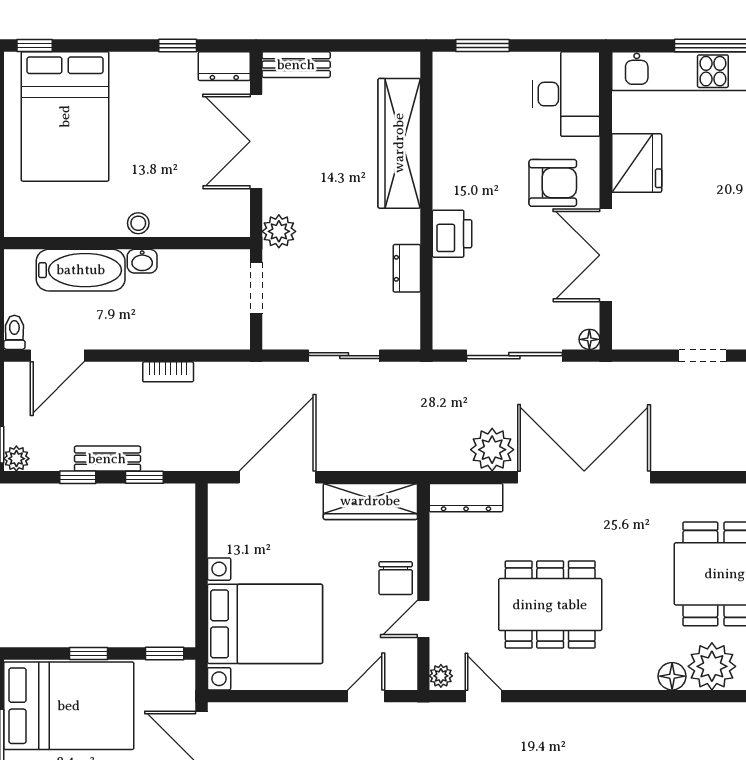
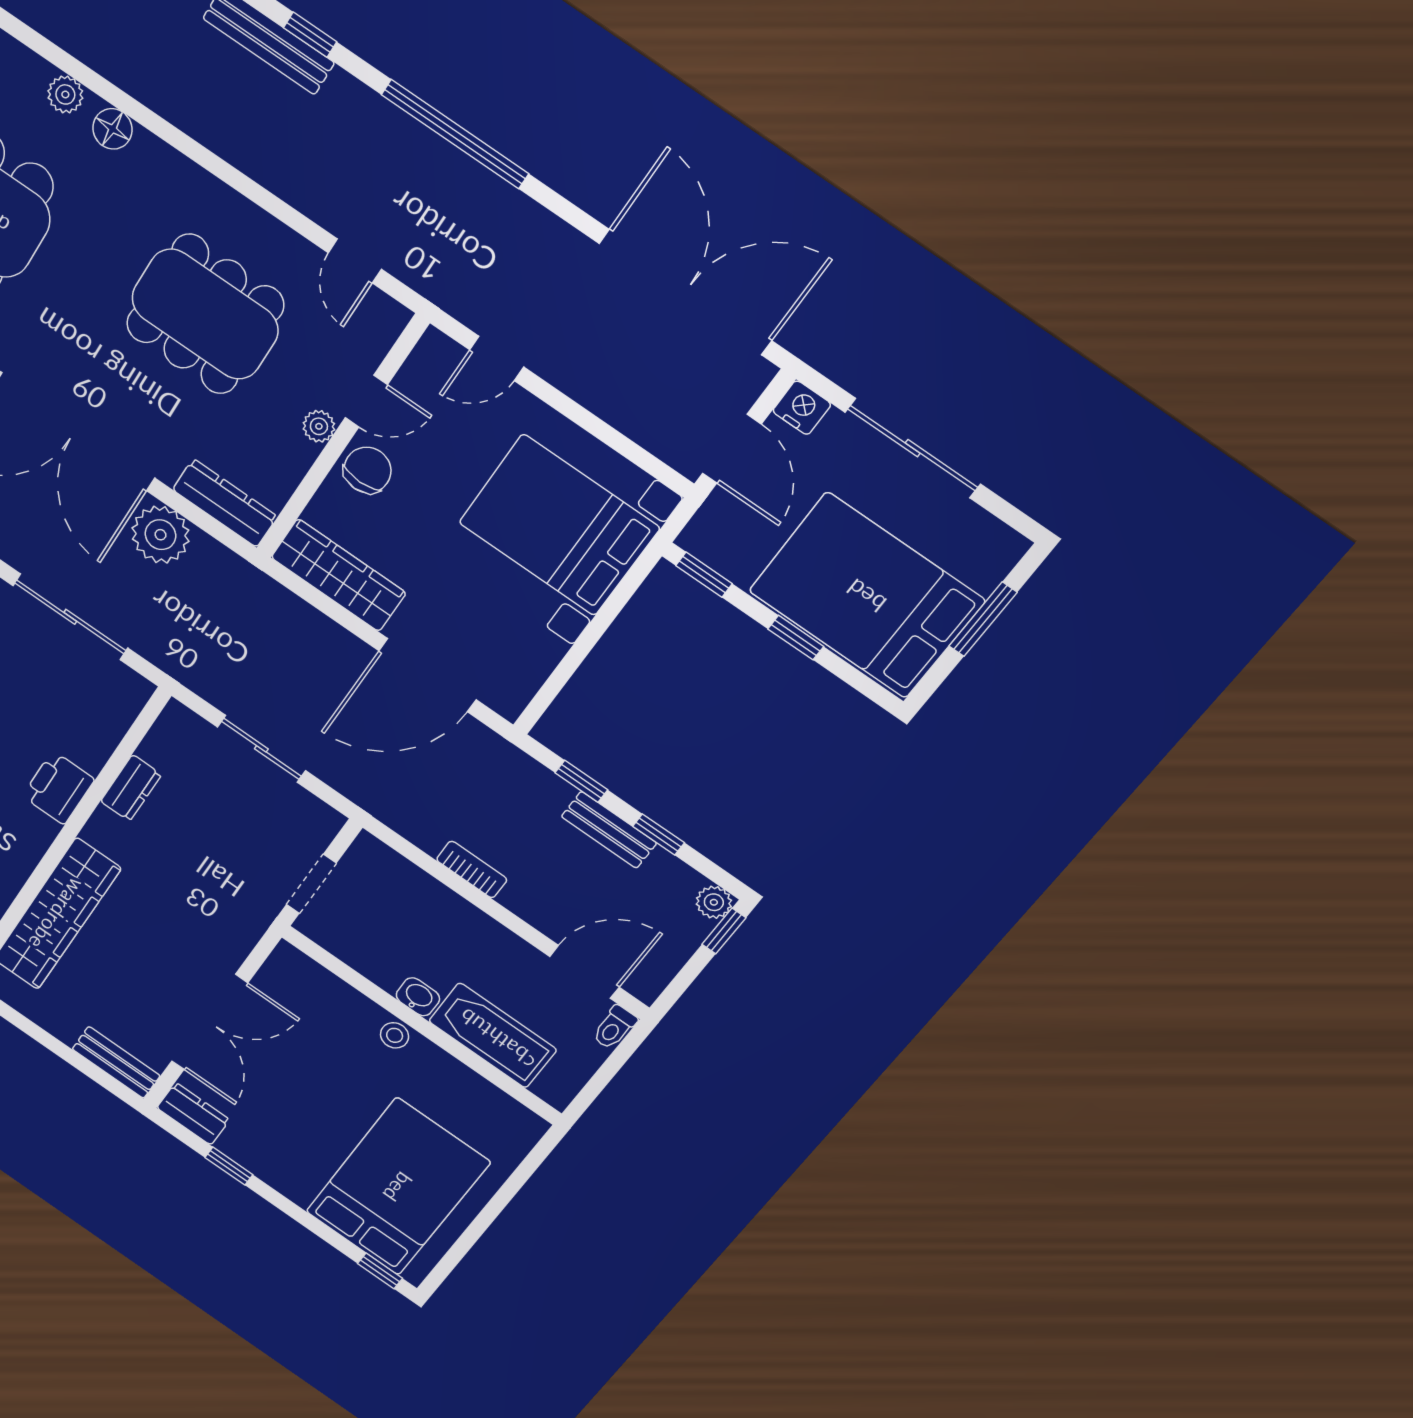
plant: (279, 231) -> (246, 921), removed
plant: (712, 666) -> (65, 94), width x0.53, depth x0.53
plant: (441, 676) -> (319, 426), moved

